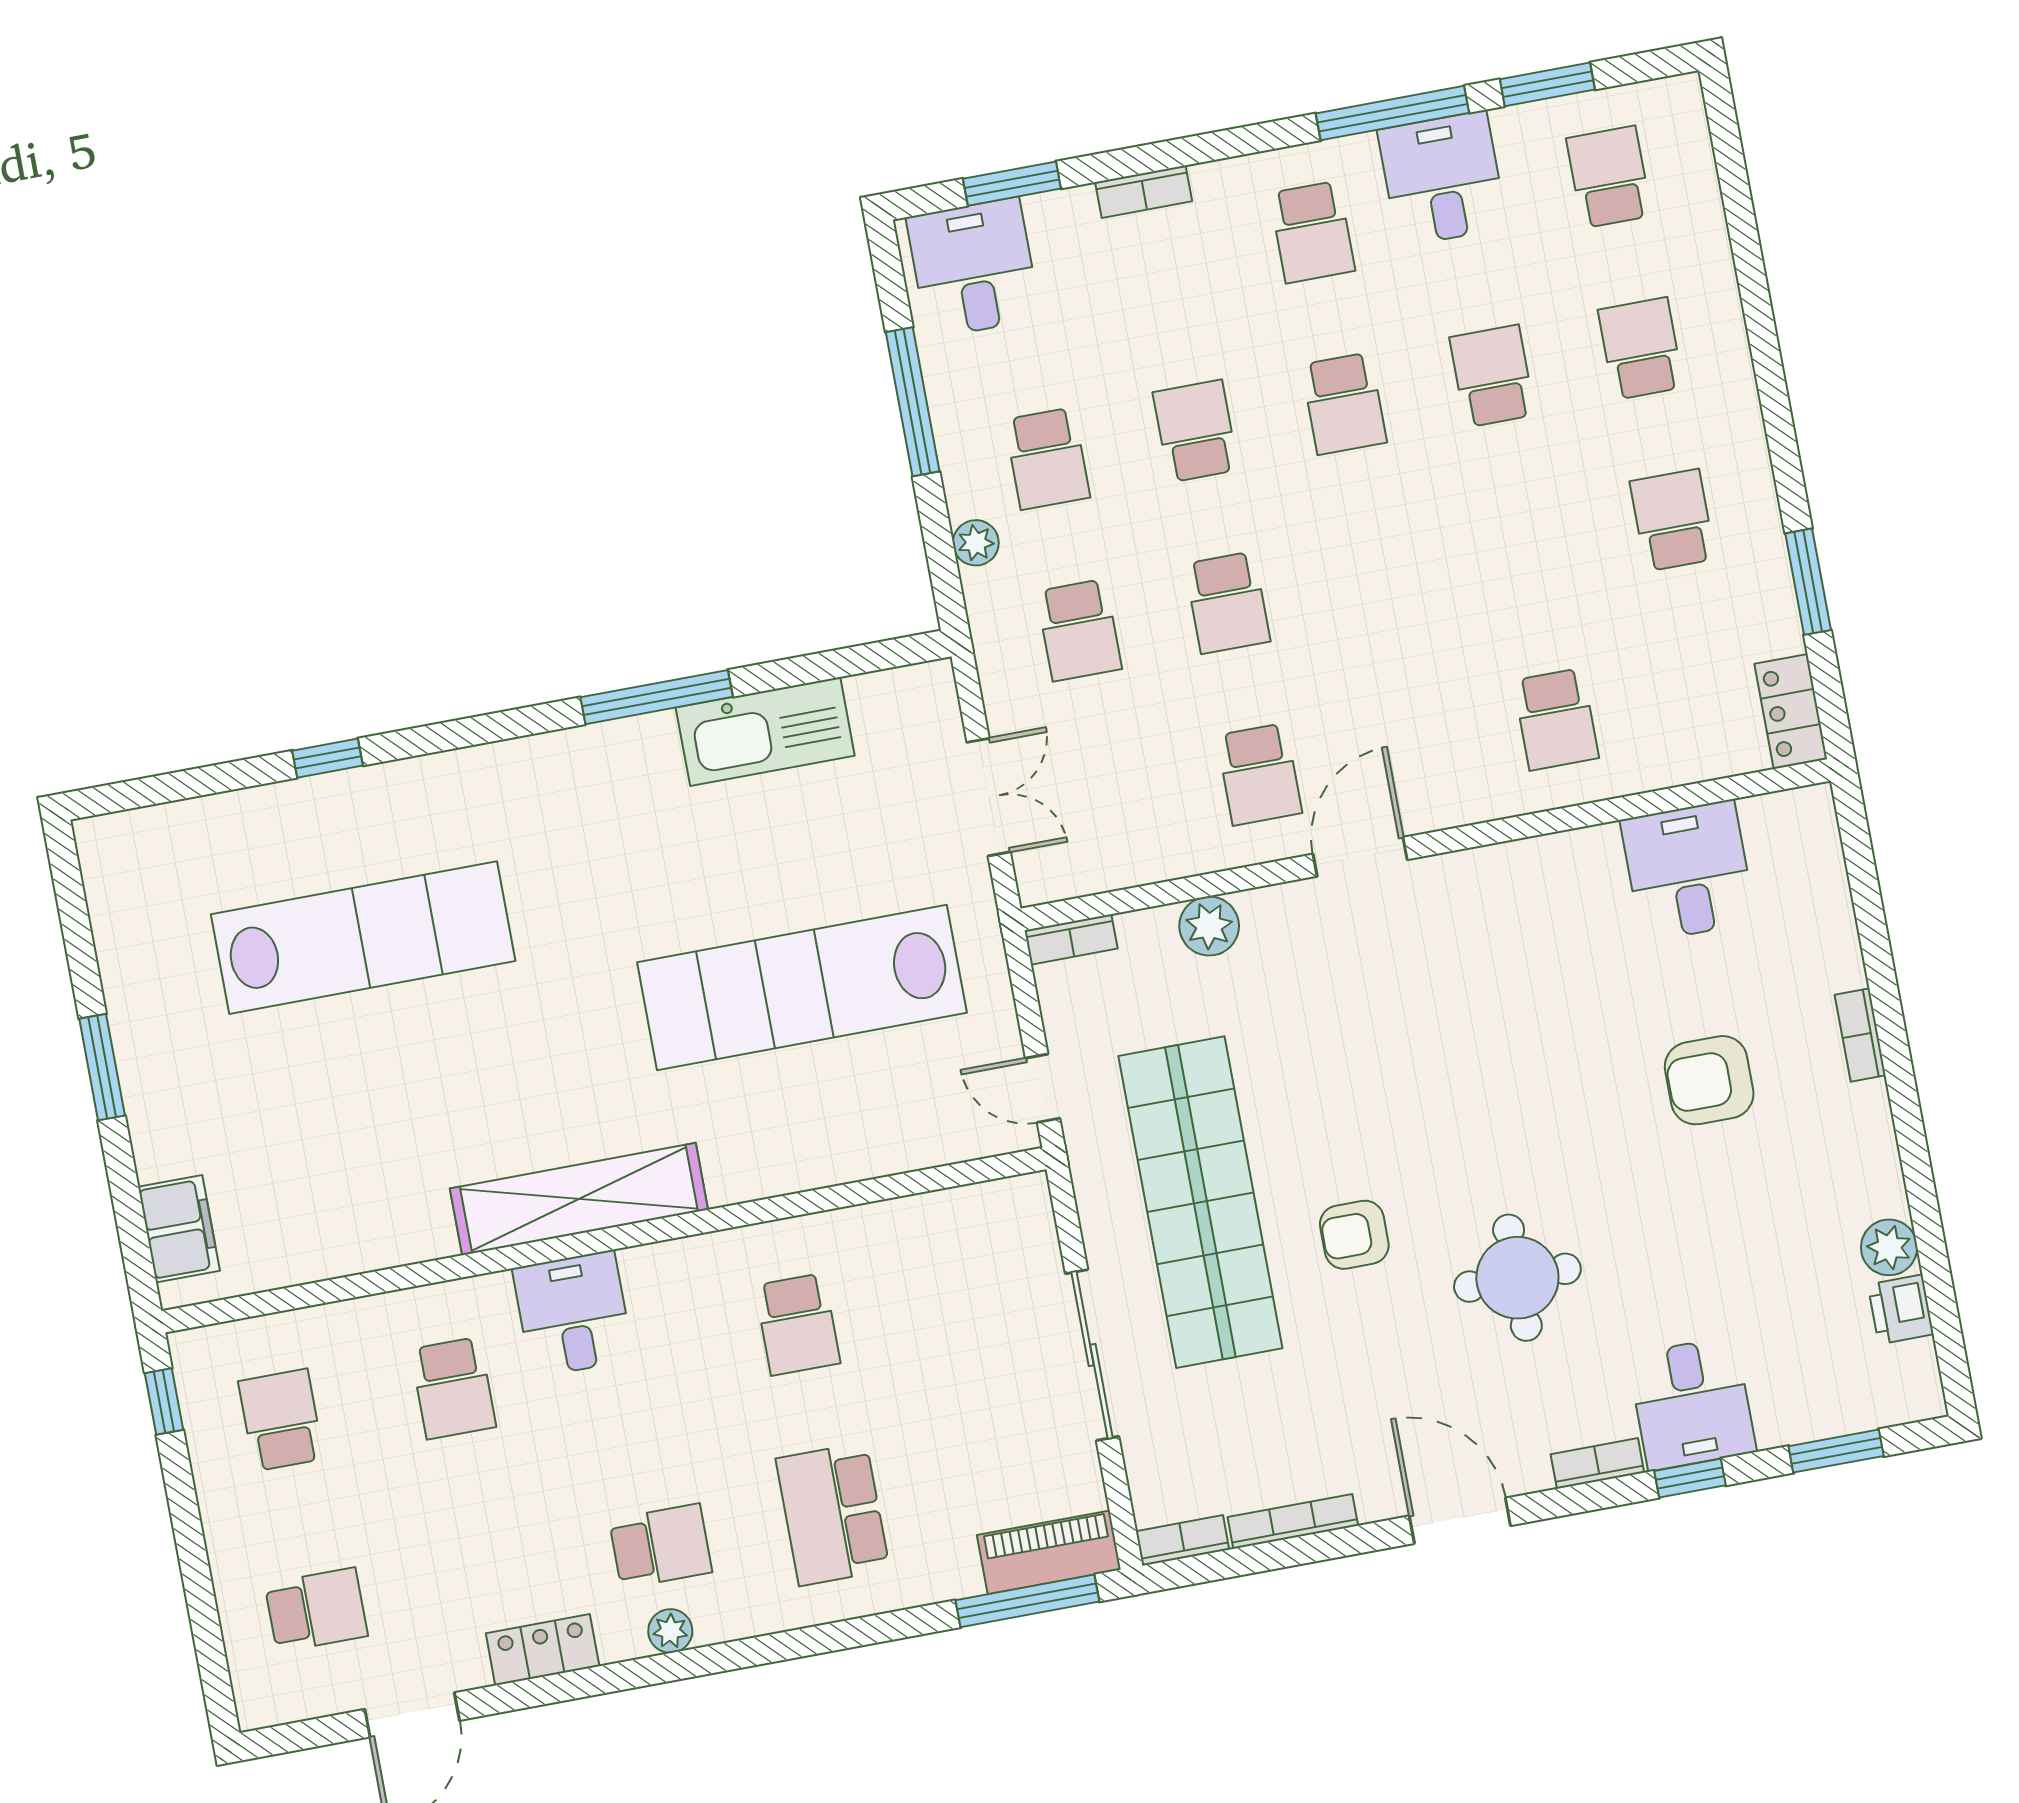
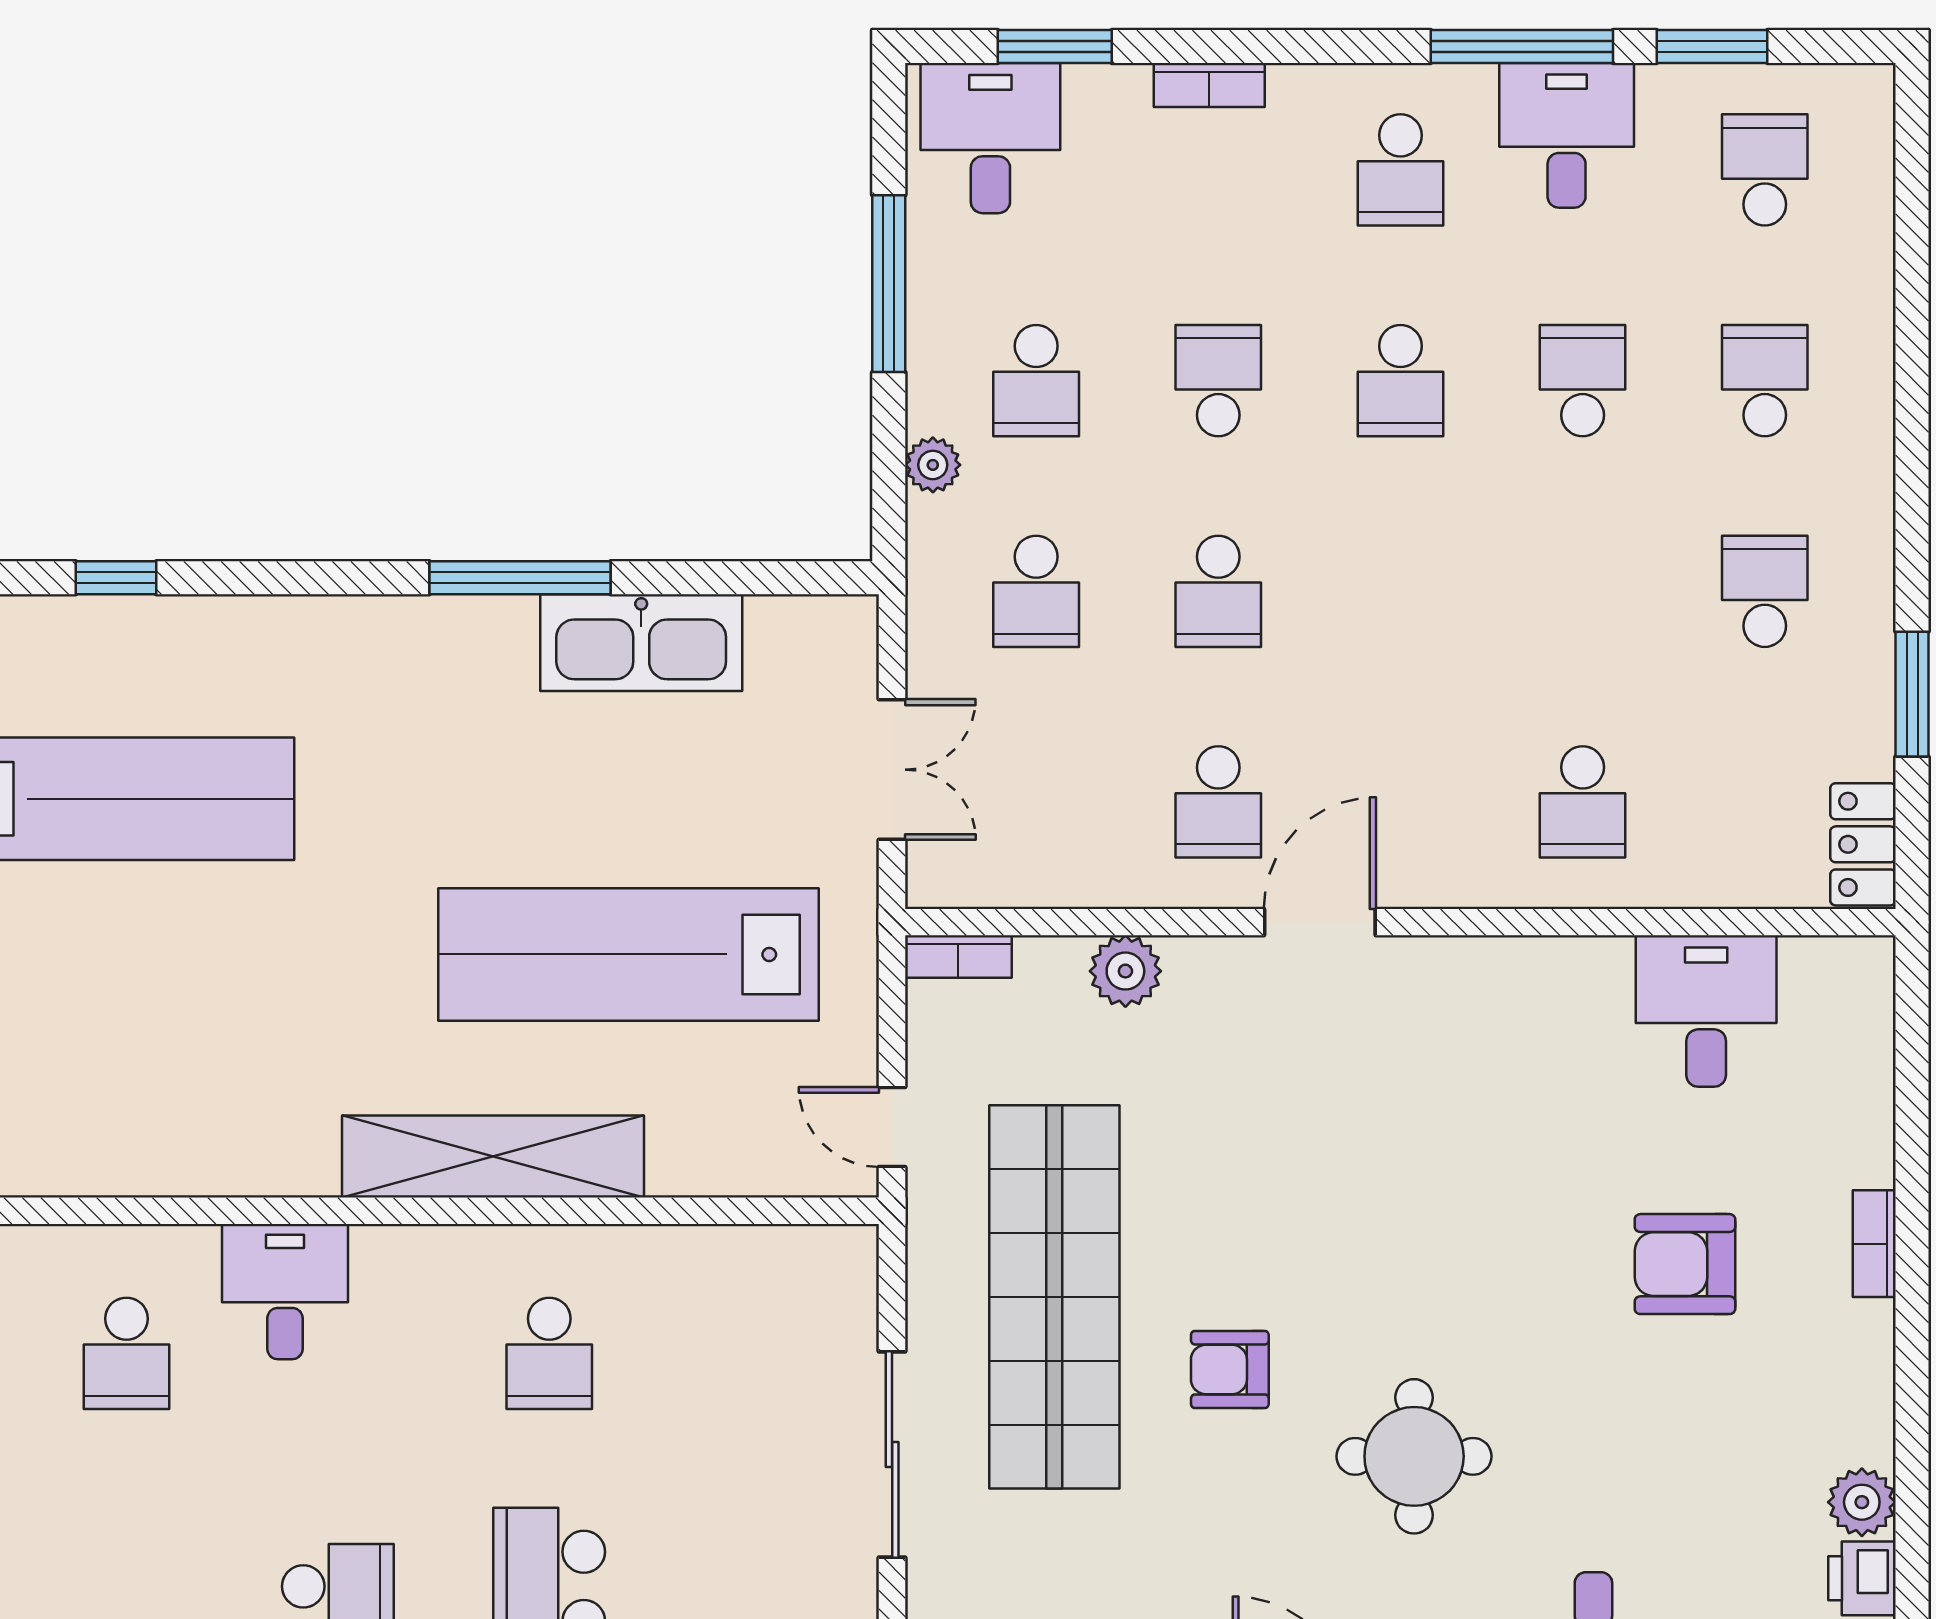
shelving: (579, 1199) -> (493, 1156), moved

